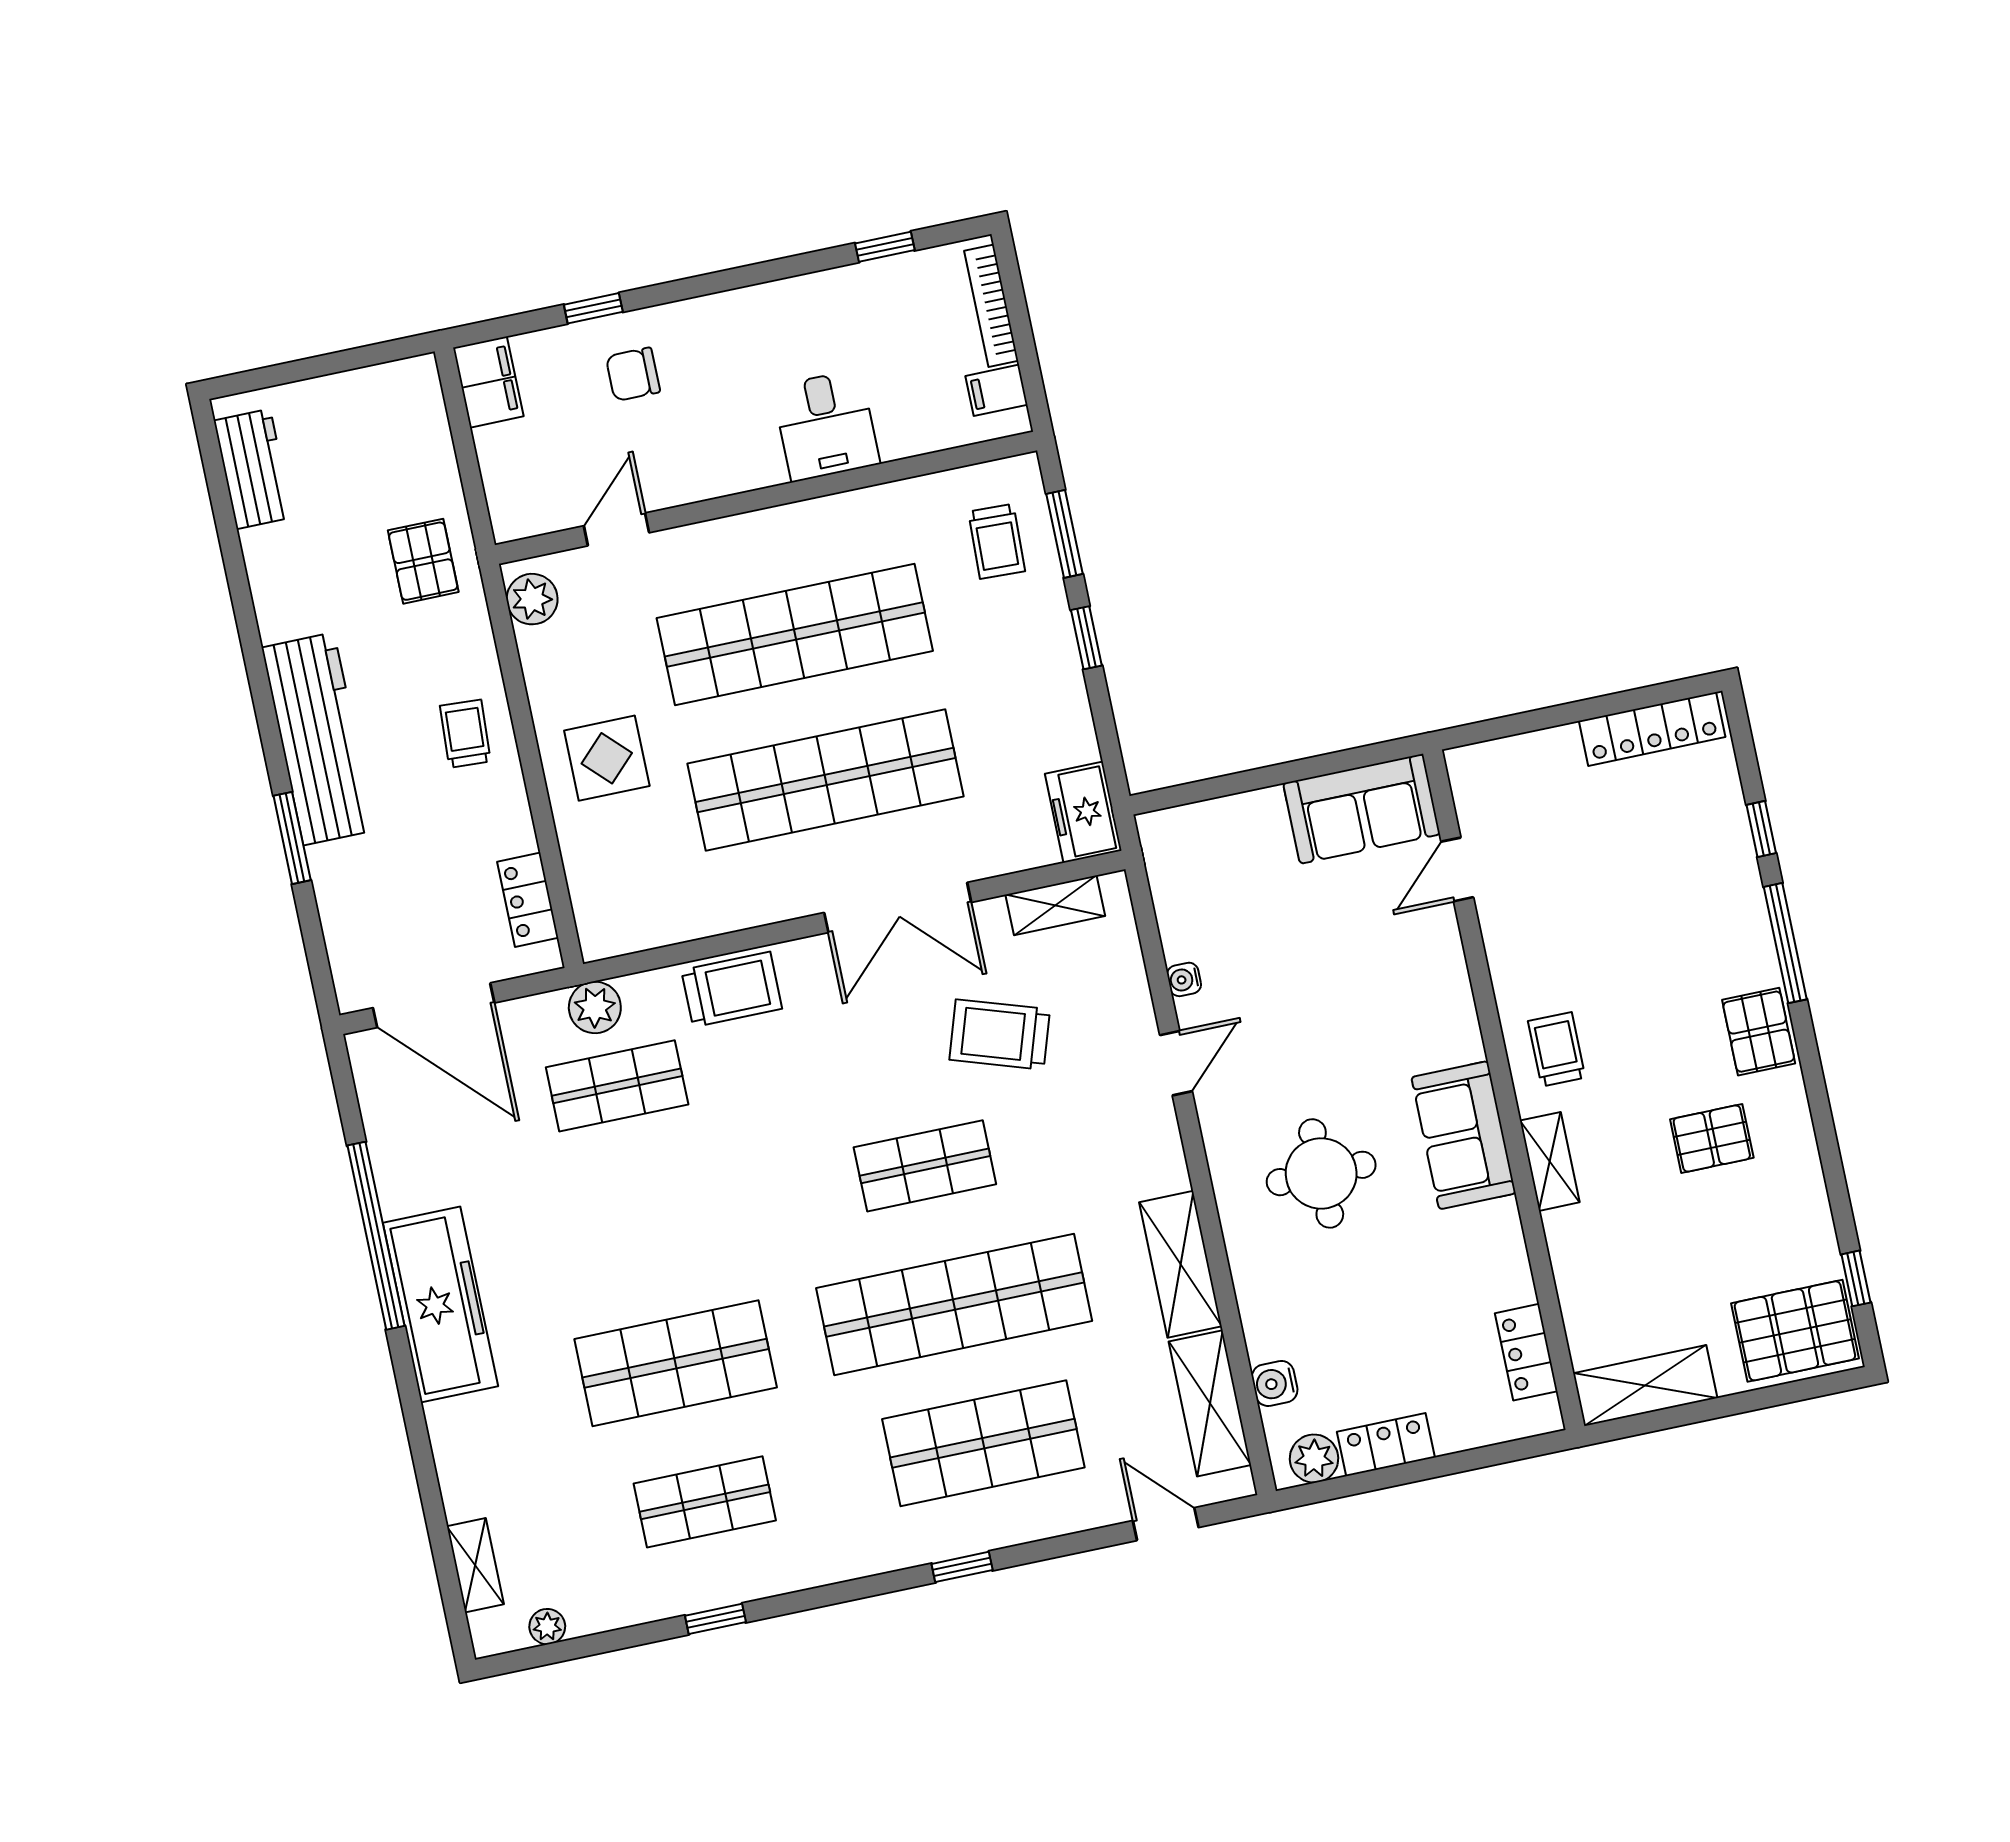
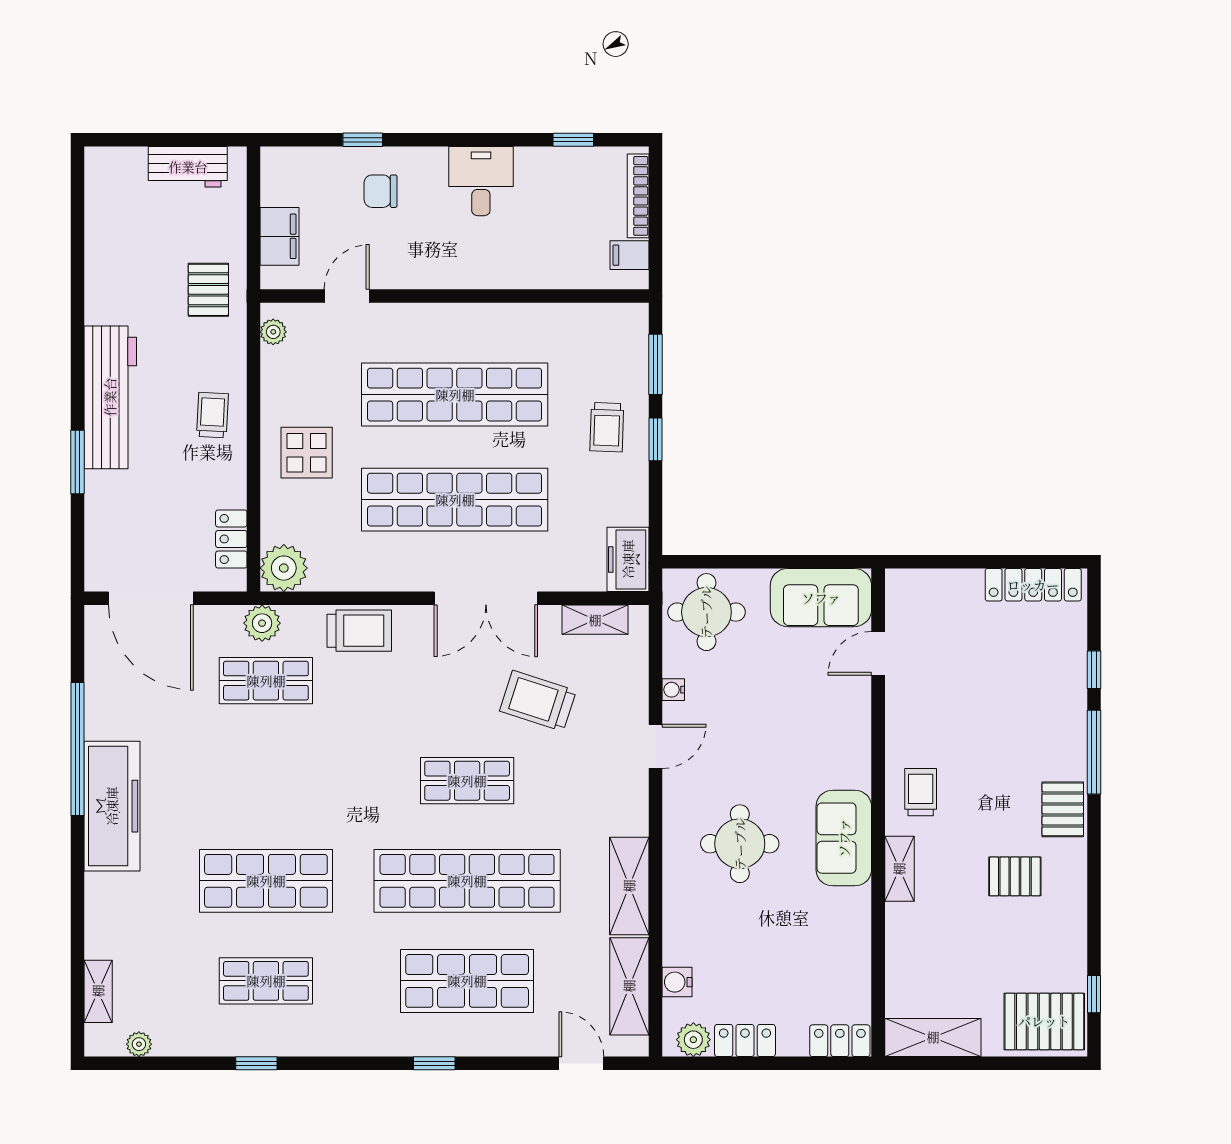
filing cabinet: (488, 382) -> (280, 236), moved
desk: (826, 425) -> (481, 181), moved, turned 180
workbench: (253, 469) -> (188, 167), moved, turned 90
trolley: (997, 541) -> (607, 427), moved
plant: (532, 599) -> (273, 332), width x0.73, depth x0.73
round table: (1207, 862) -> (706, 612), added
plant: (609, 925) -> (284, 568), added
locker: (1526, 1352) -> (840, 1041), moved, turned 90

